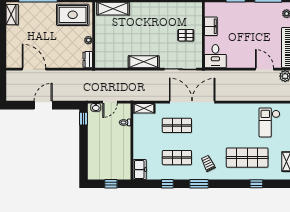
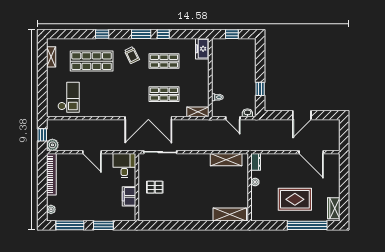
rug: (73, 15) -> (295, 199), moved
shelving: (144, 62) -> (226, 160), moved
door: (265, 69) -> (92, 152), moved
door: (110, 102) -> (233, 118), swing flipped
window: (84, 119) -> (260, 89), moved
window: (167, 184) -> (163, 34), moved
window: (256, 184) -> (102, 34), moved

